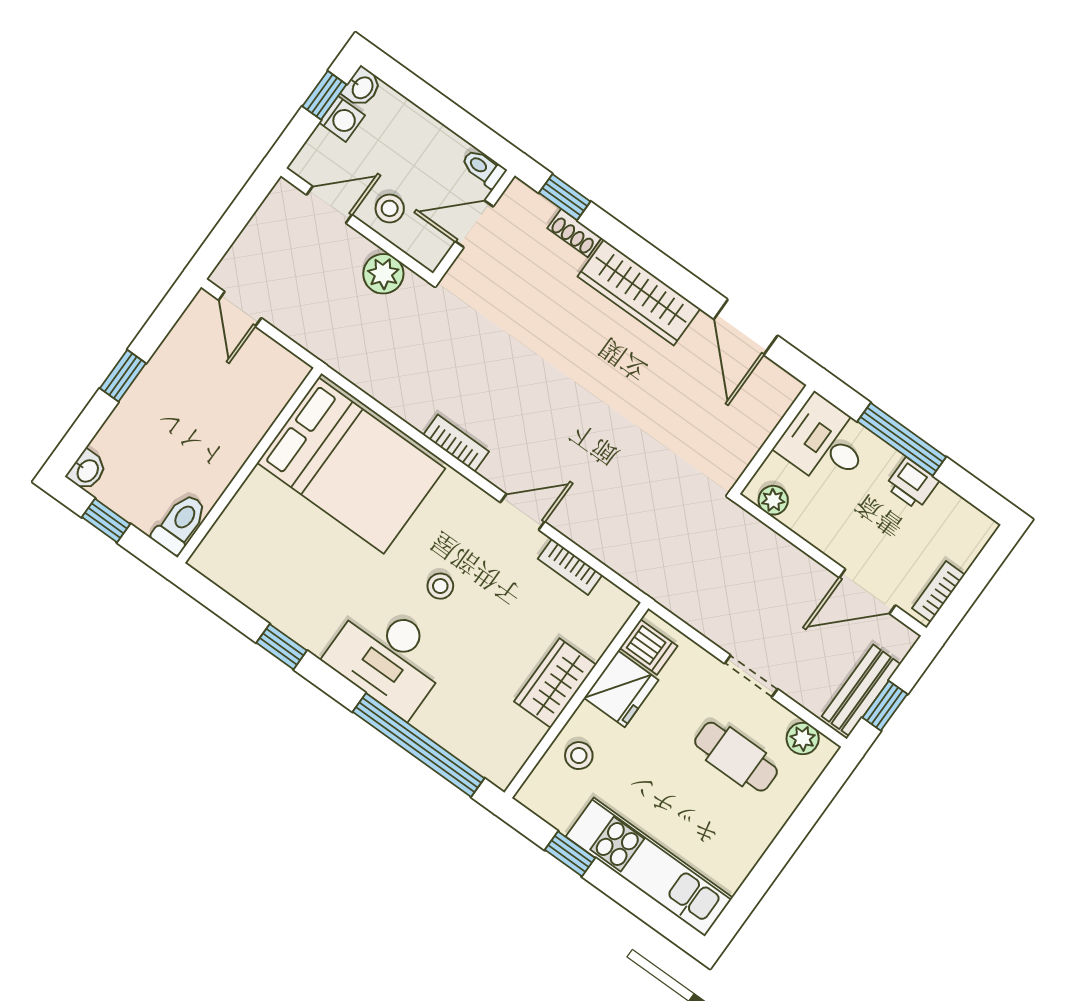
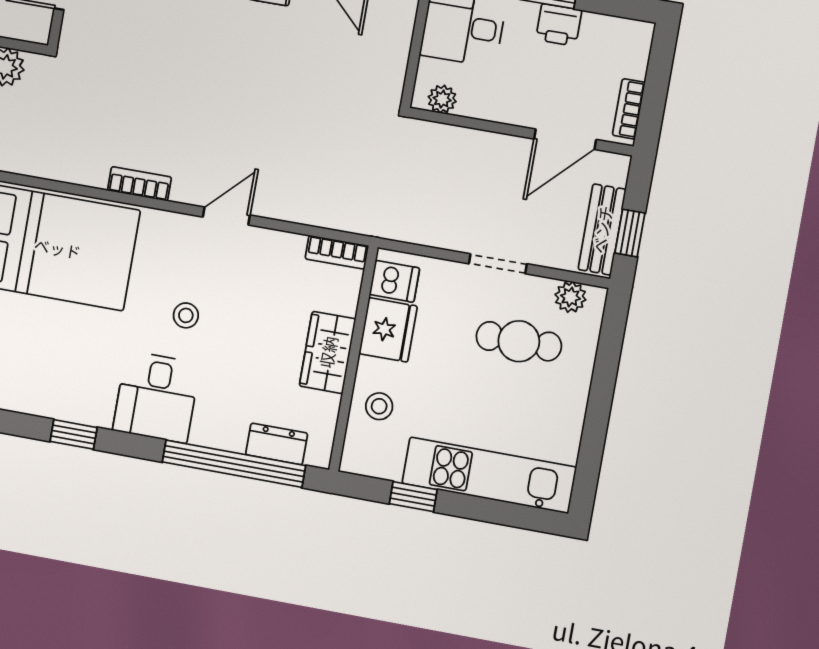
bookcase: (570, 567) -> (337, 252), moved
desk: (388, 657) -> (156, 397), width x0.73
dresser: (467, 745) -> (277, 444), added

